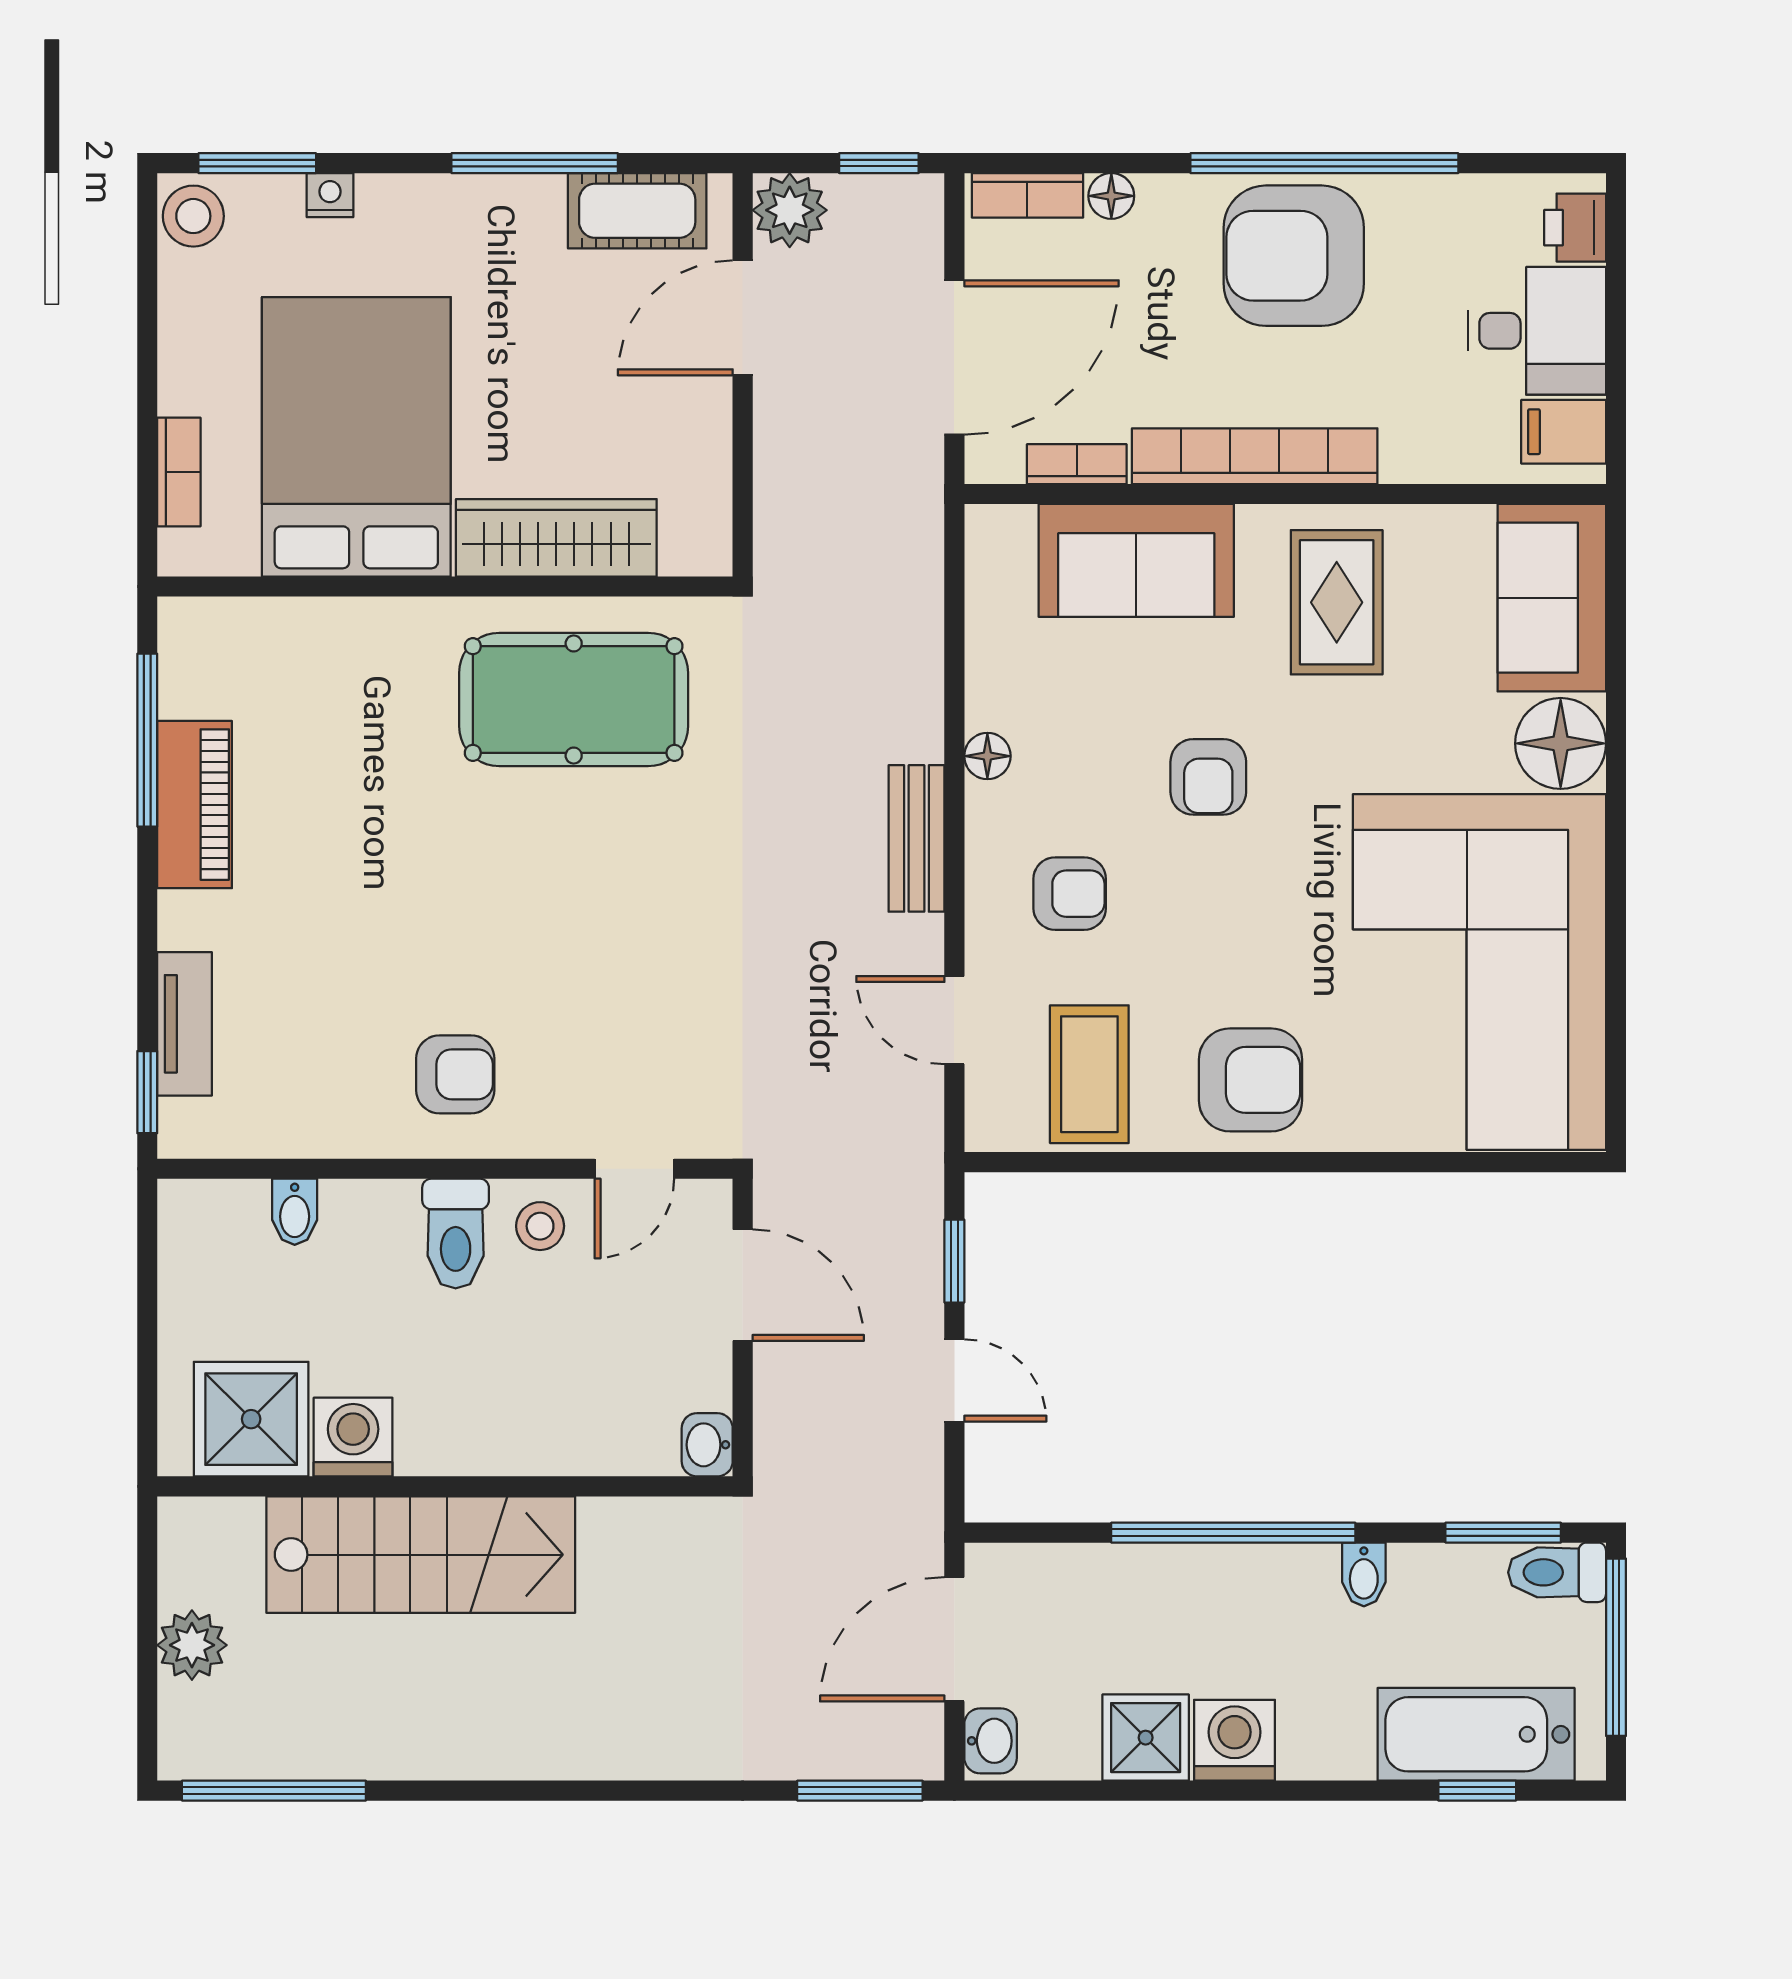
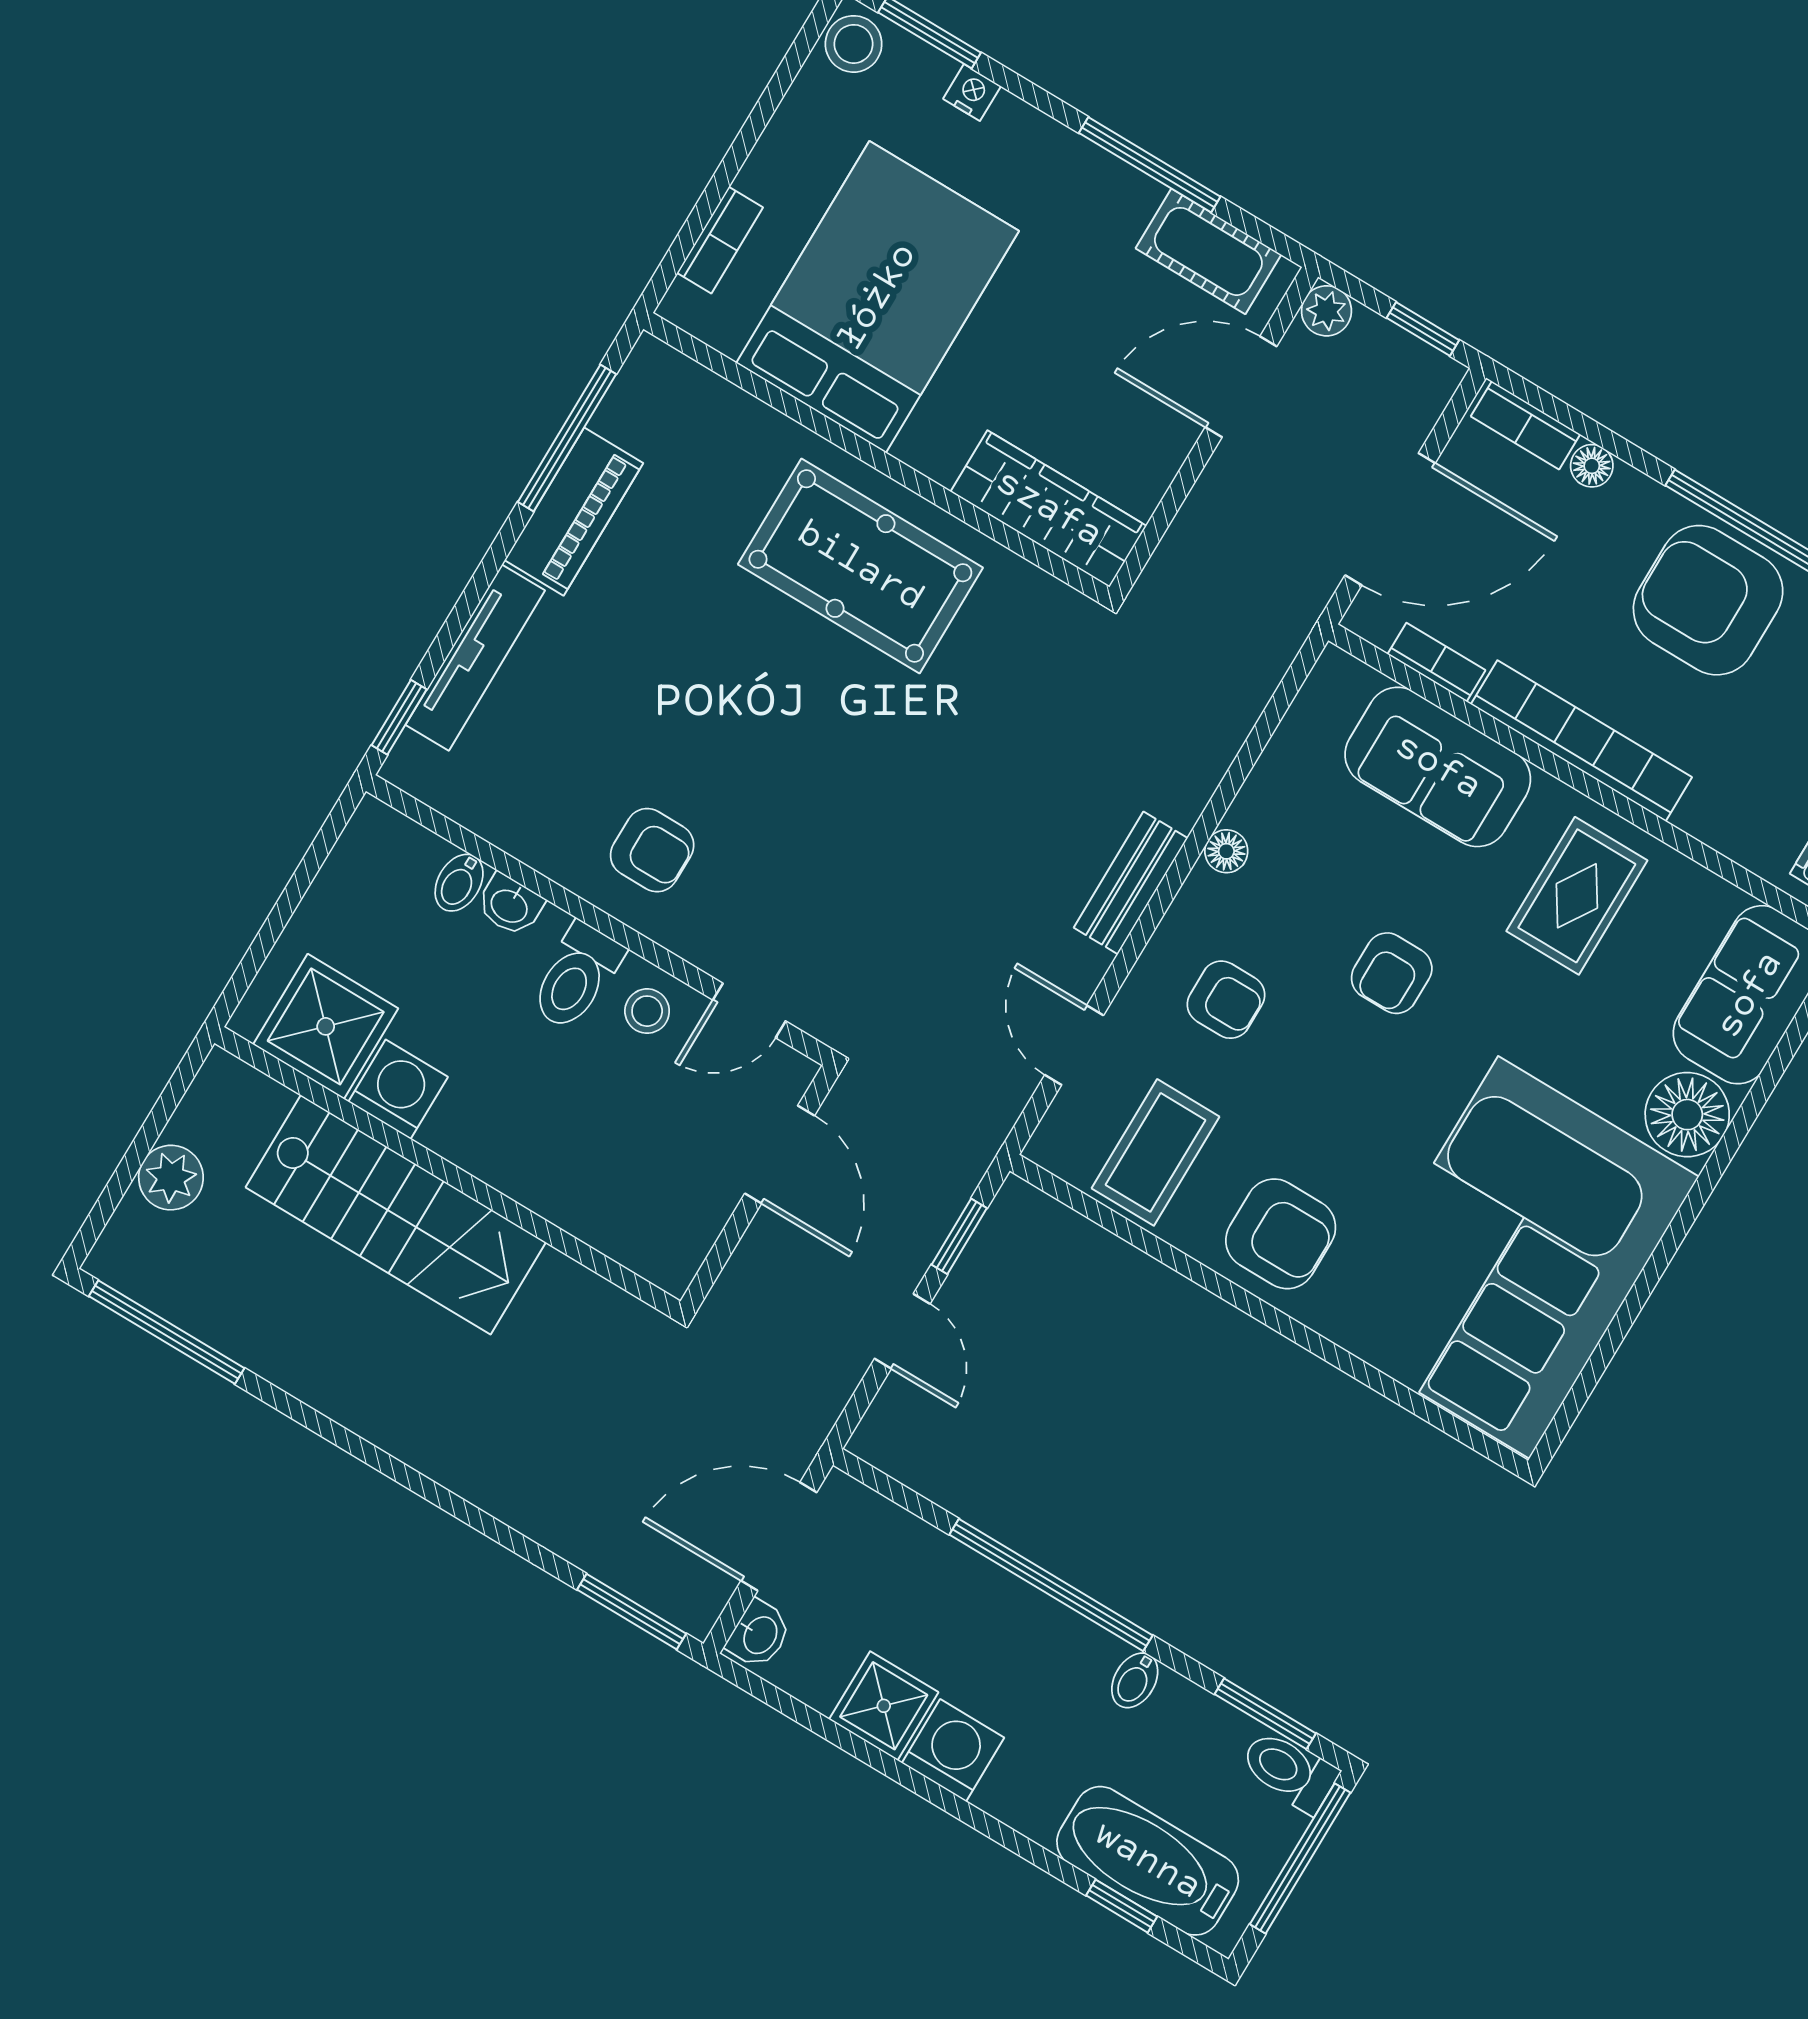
plant: (790, 210) -> (1326, 311), width x0.73, depth x0.73
wardrobe: (556, 538) -> (1049, 509), moved
pool table: (574, 700) -> (860, 566), moved
tv unit: (185, 1024) -> (475, 658), width x1.41
washbasin: (707, 1445) -> (510, 905), moved, turned -90

